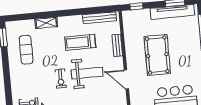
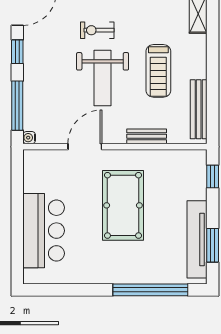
treadmill: (80, 42) -> (158, 71), turned 180
pool table: (157, 55) -> (123, 205), turned 90

